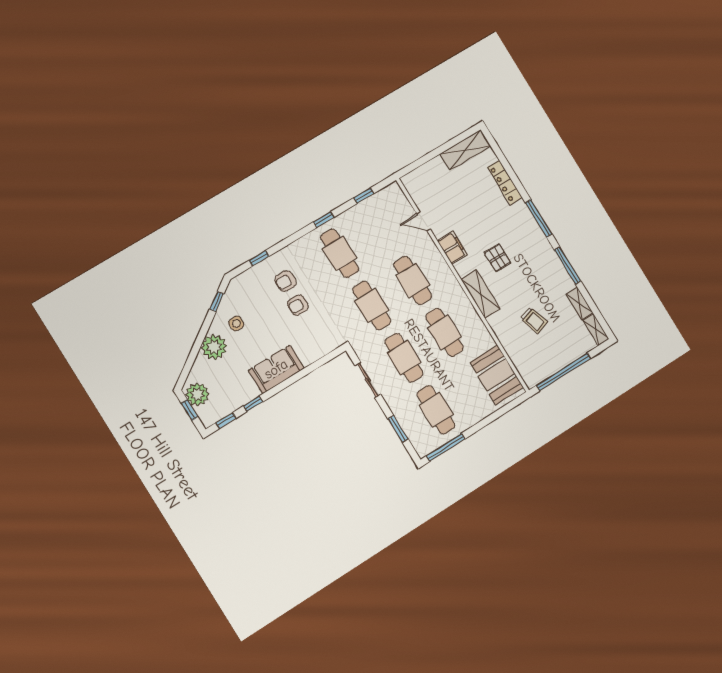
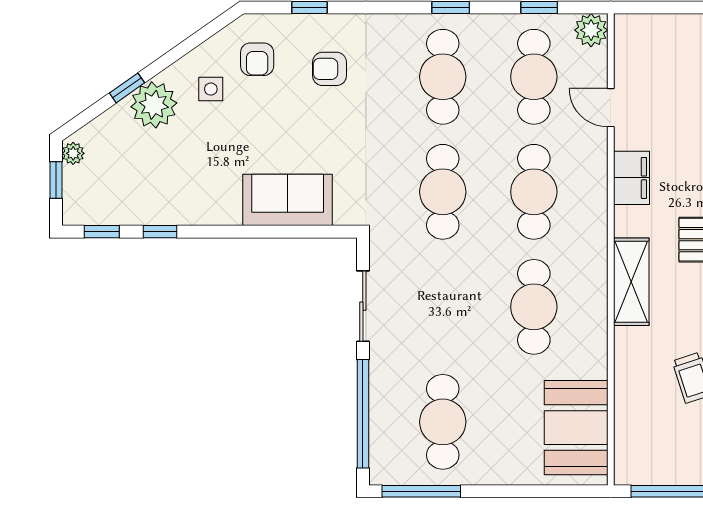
plant: (393, 192) -> (591, 30), added
window: (217, 302) -> (127, 88), moved
armchair: (298, 305) -> (257, 59), moved, turned -90
cafe table: (404, 358) -> (534, 77), moved
sofa: (276, 369) -> (288, 200), moved
plant: (197, 394) -> (73, 153), width x0.53, depth x0.53
window: (398, 429) -> (363, 414), width x2.11

